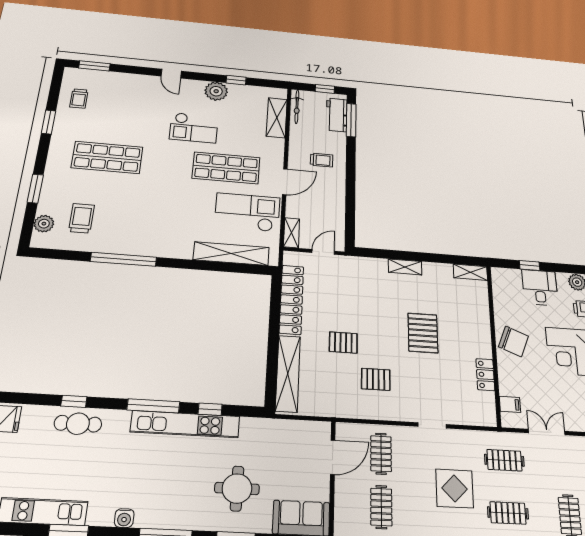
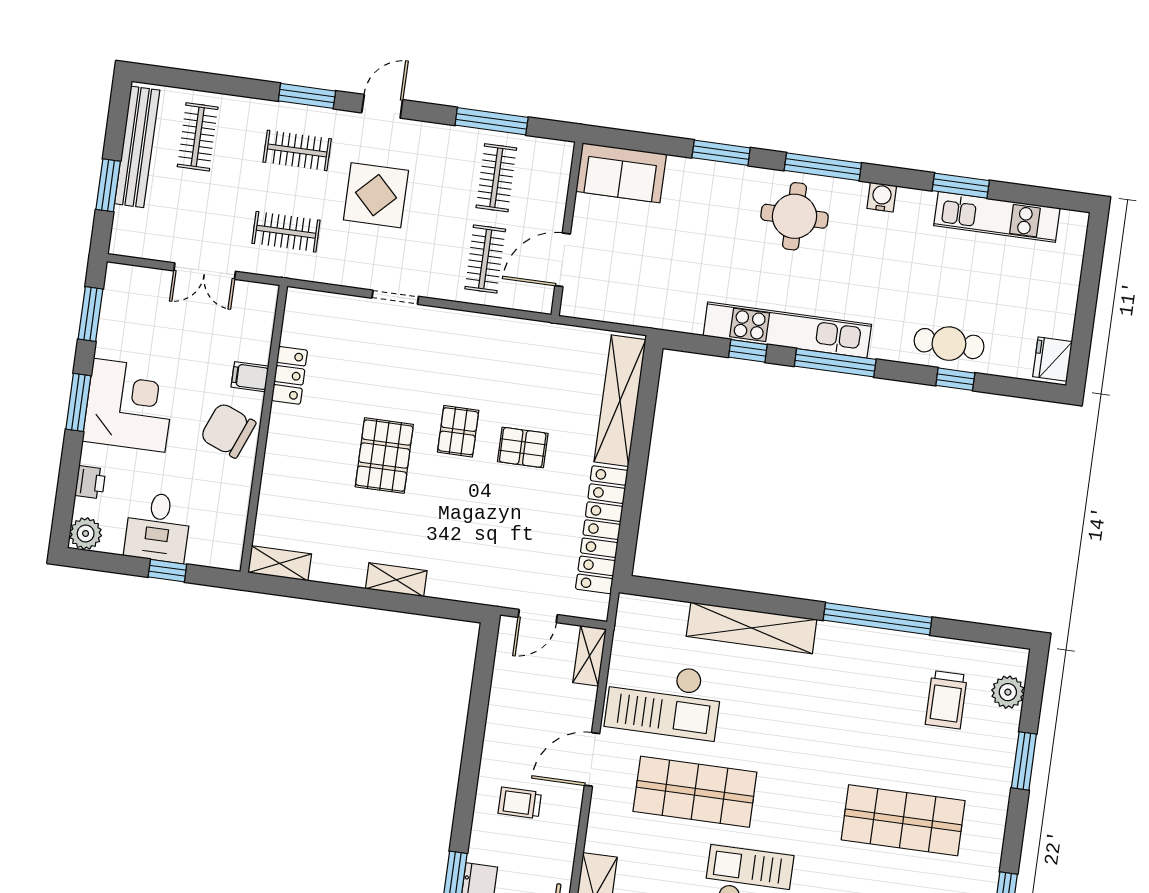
shelving: (231, 254) -> (752, 628), moved
pallet: (376, 379) -> (458, 431), moved, turned 90
filing cabinet: (510, 404) -> (250, 377), moved
round table: (237, 488) -> (794, 216), moved

